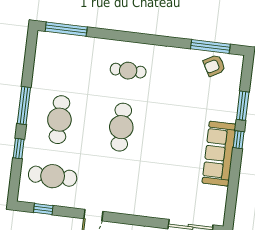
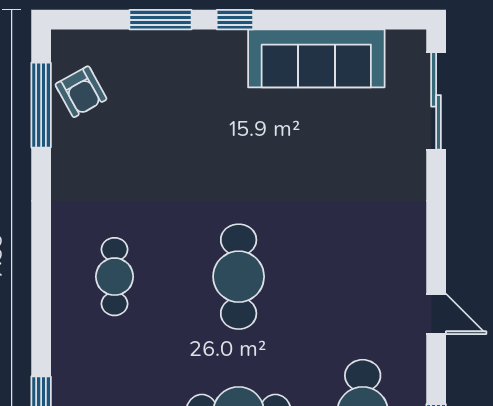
cafe table: (121, 127) -> (239, 277), turned 90
sofa: (219, 154) -> (316, 58), moved

